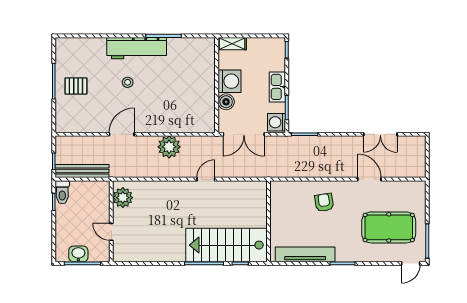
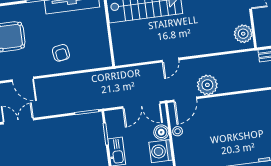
stool: (128, 82) -> (178, 131), moved
washing machine: (277, 122) -> (113, 120), removed
door: (122, 134) -> (185, 99), moved
double door: (244, 134) -> (141, 105), swing flipped

